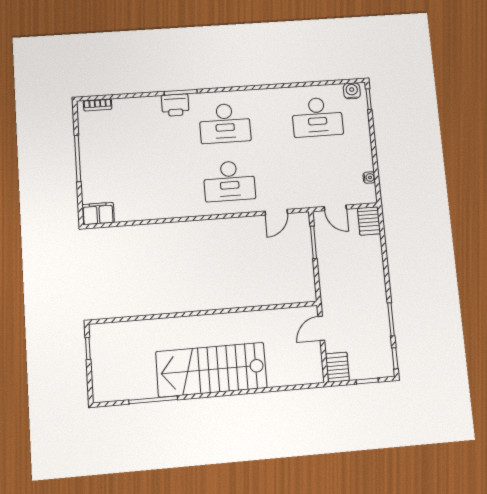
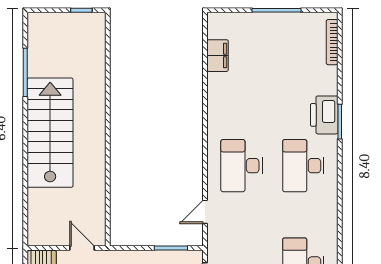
bookcase: (98, 105) -> (332, 42), width x1.56
printer: (175, 105) -> (324, 115), width x1.37, depth x1.19
door: (276, 212) -> (205, 212), hinge flipped
filing cabinet: (98, 213) -> (218, 56), moved

